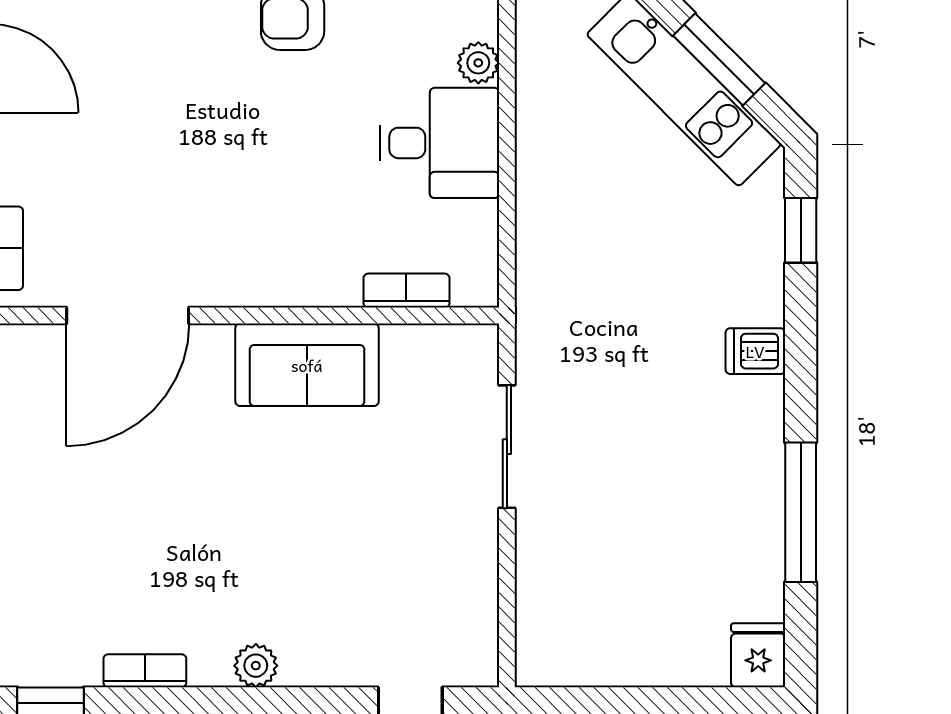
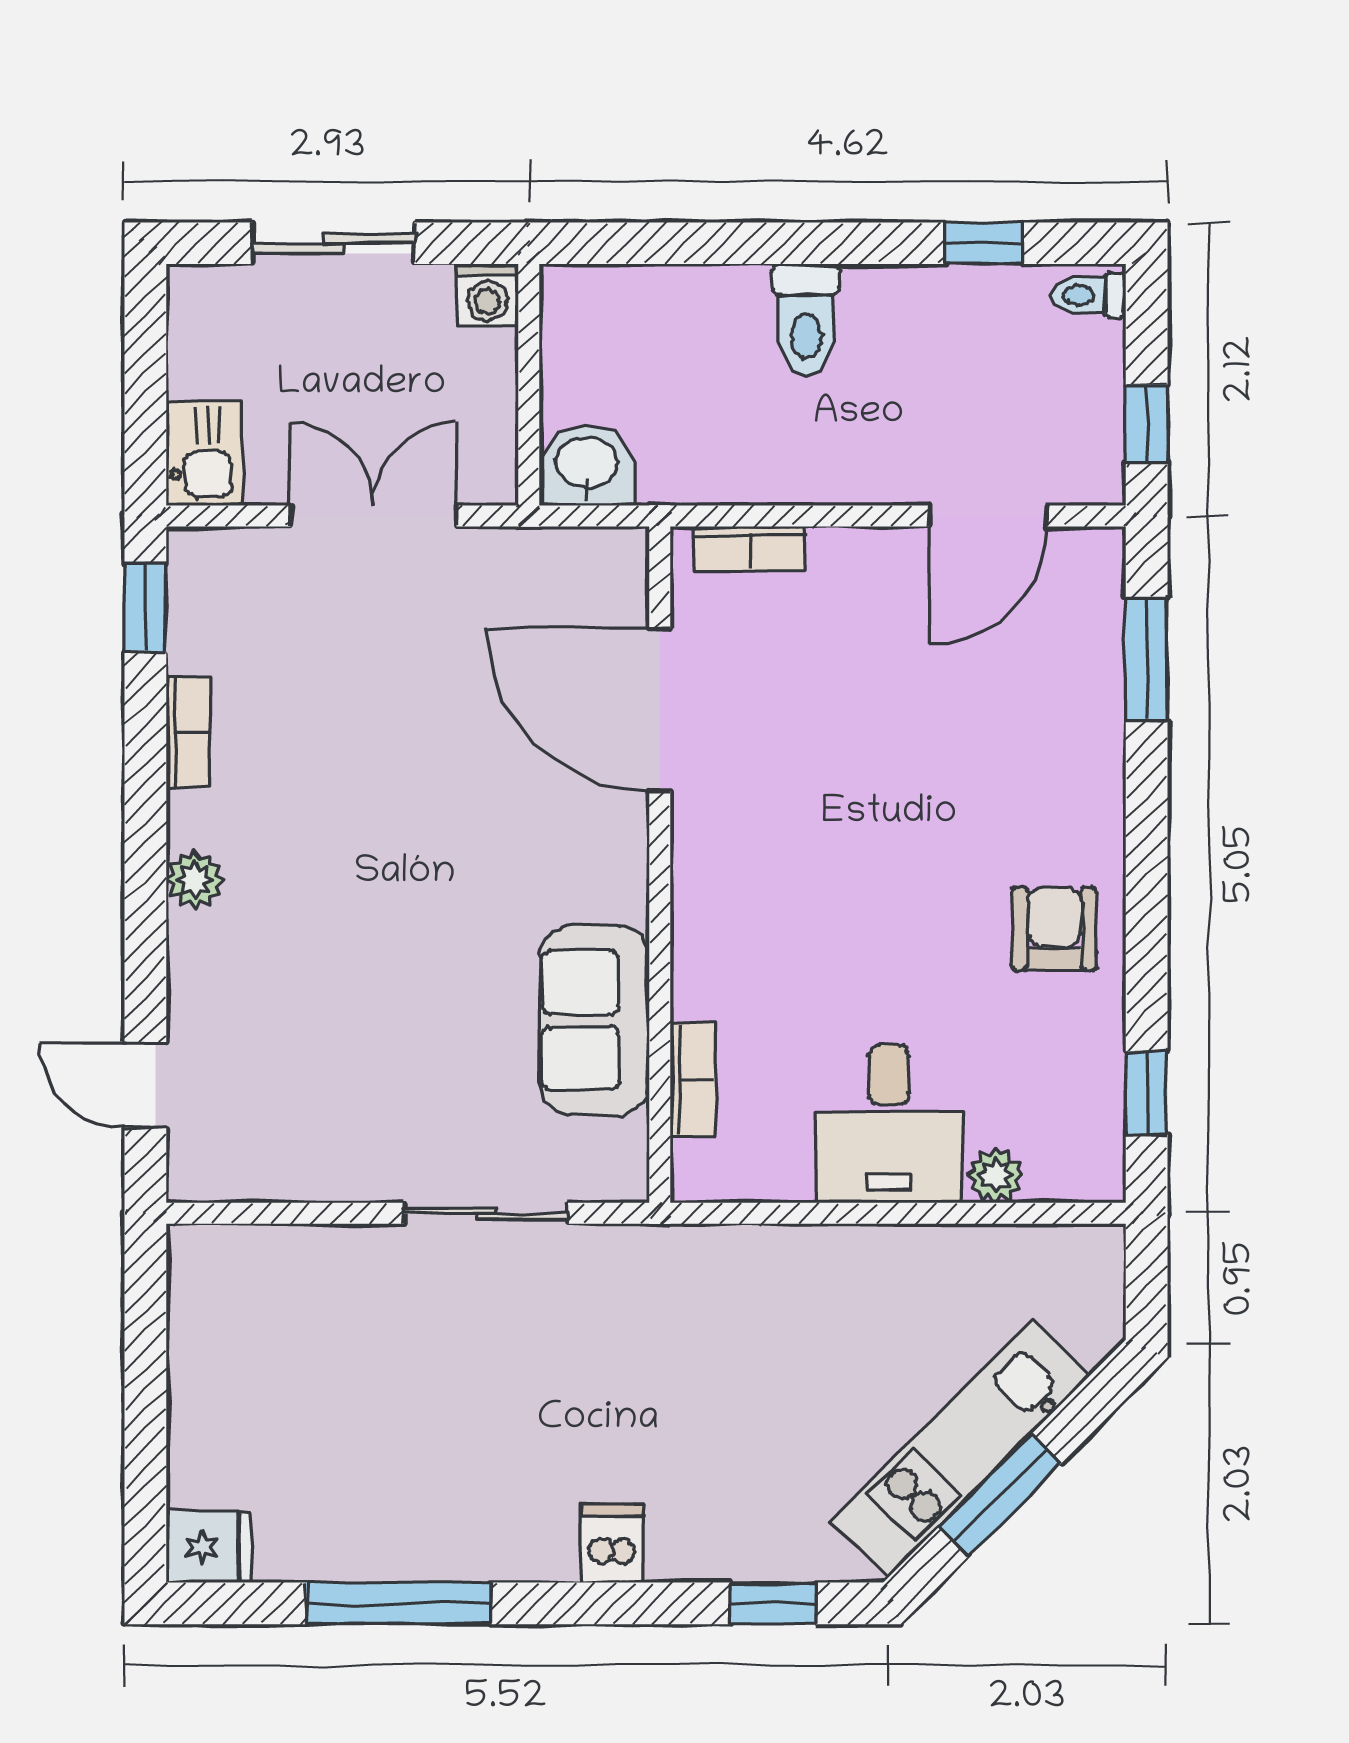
sofa: (307, 365) -> (595, 1020), moved

